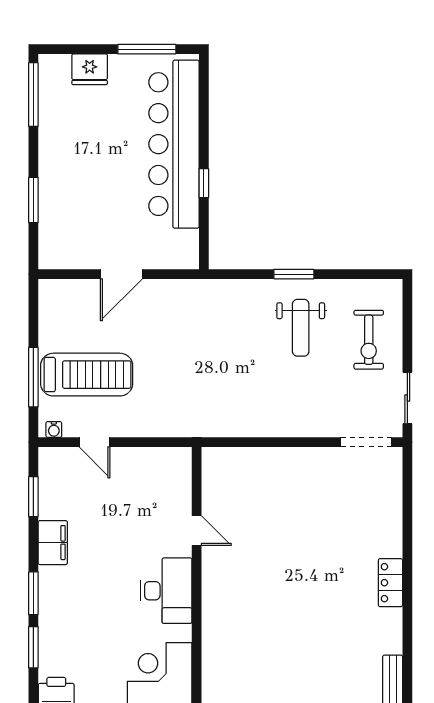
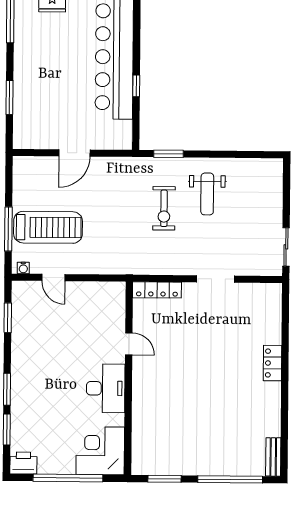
window: (294, 274) -> (168, 154), moved
exercise bike: (369, 340) -> (164, 208), moved
doorway: (366, 442) -> (215, 279), moved
locker: (234, 458) -> (157, 290), added
filing cabinet: (53, 543) -> (22, 352), removed
locker: (390, 583) -> (272, 363), moved

